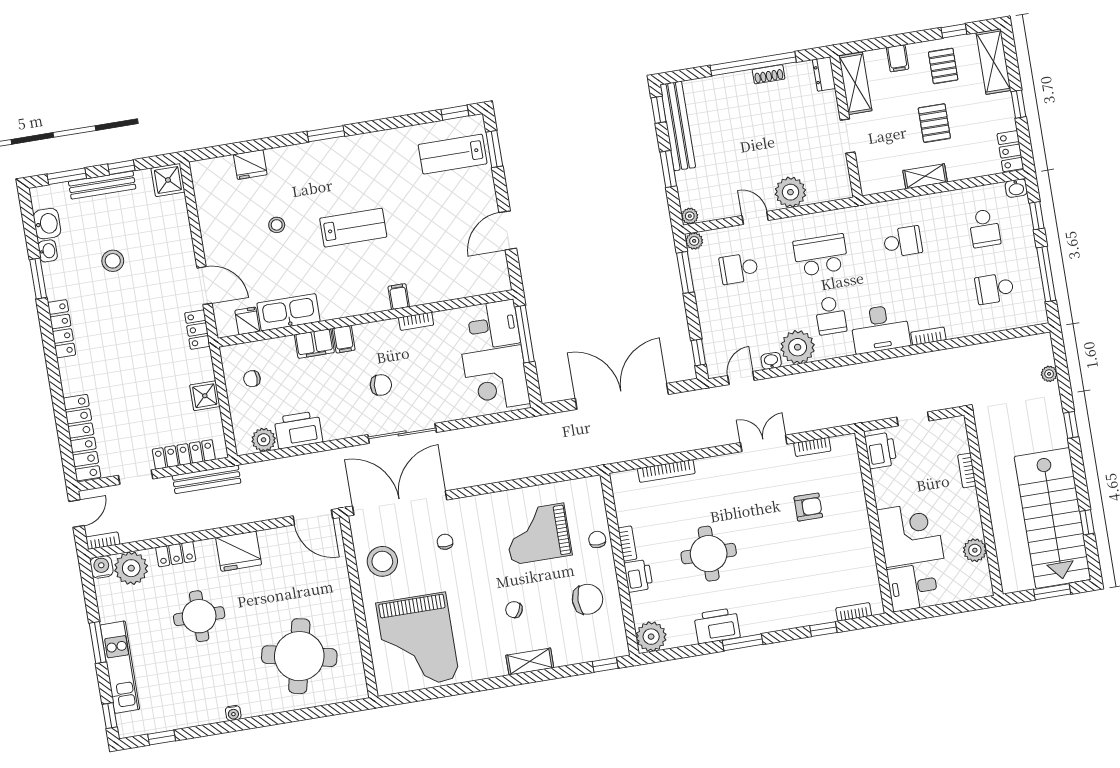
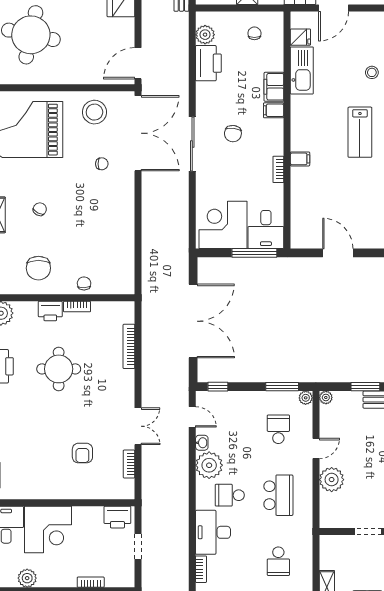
grand piano: (538, 534) -> (96, 237), removed
chair: (597, 540) -> (84, 283), turned -92

